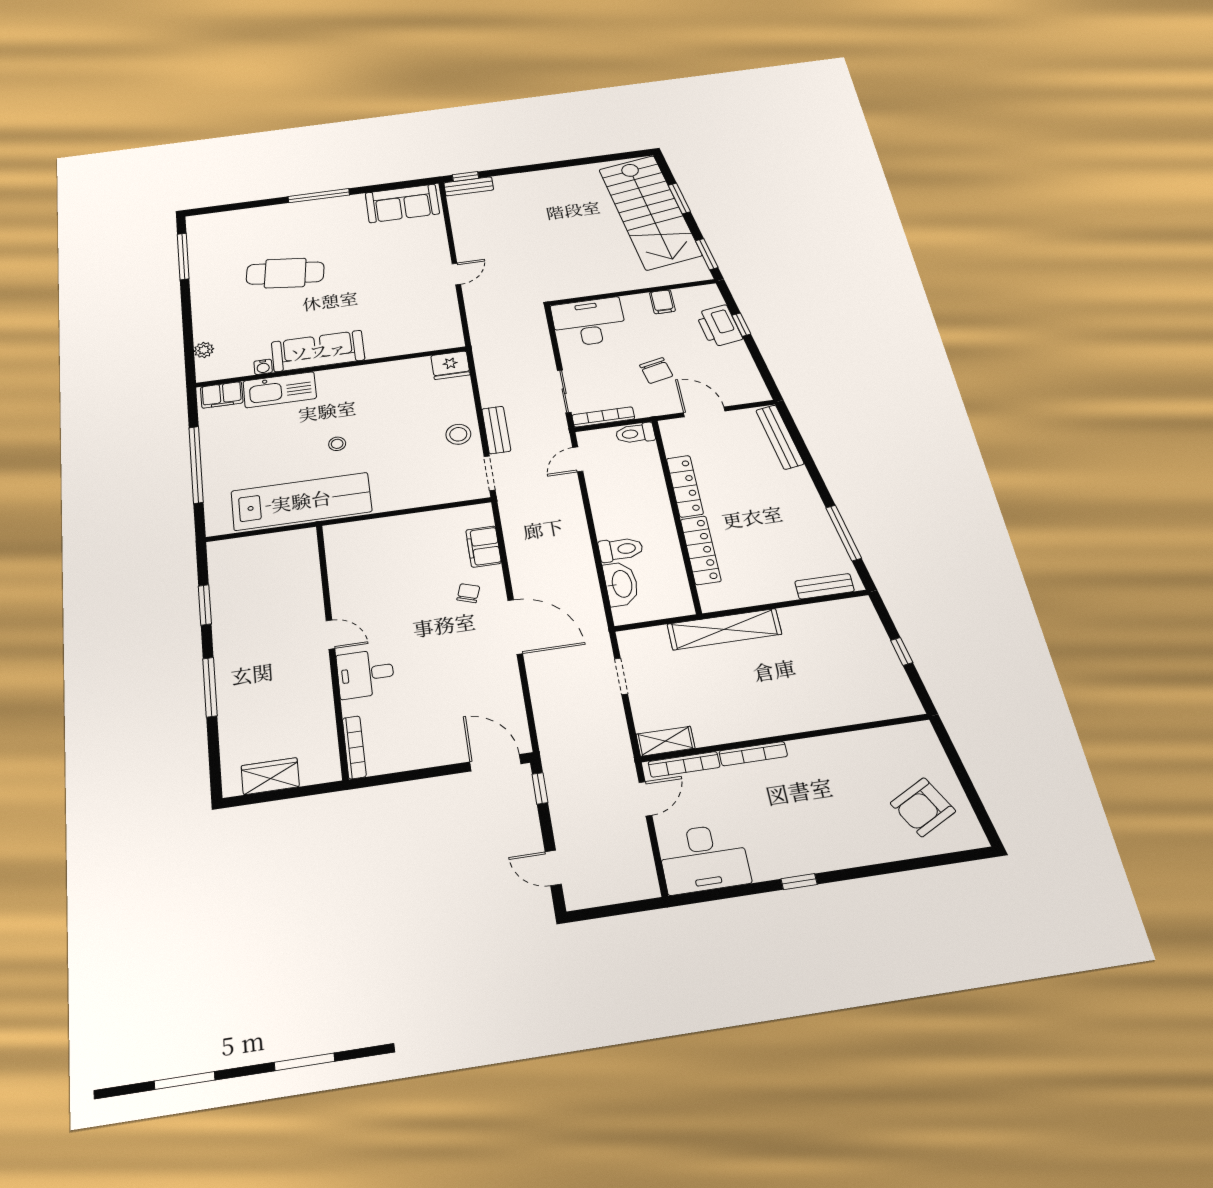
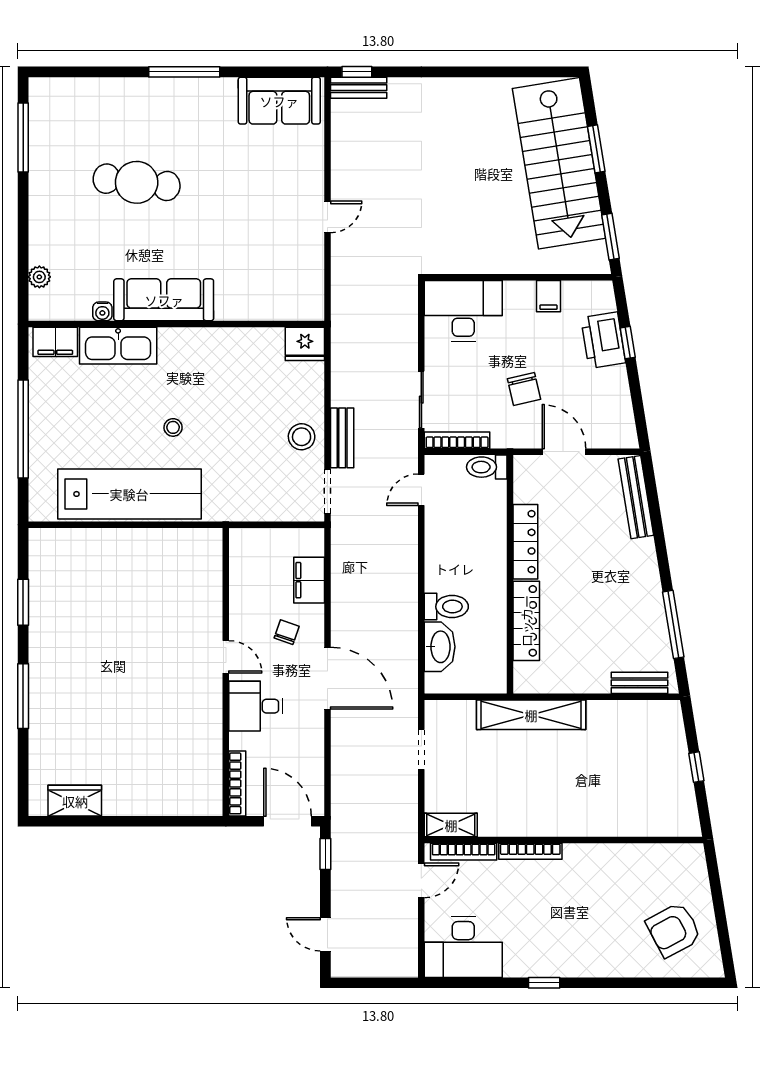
door: (330, 635) -> (226, 657), moved
wall: (332, 648) -> (226, 672), moved
desk: (365, 674) -> (256, 706), moved
bookcase: (354, 747) -> (237, 783), moved

